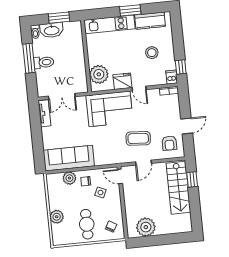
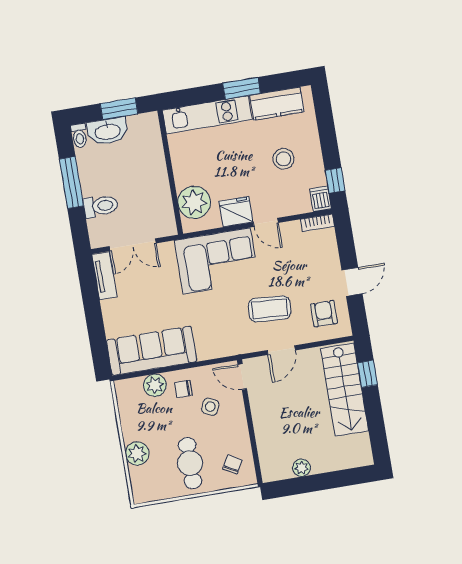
toilet: (44, 62) -> (101, 206), moved
armchair: (169, 143) -> (324, 314), turned 180
plant: (146, 227) -> (302, 468), width x0.53, depth x0.53

